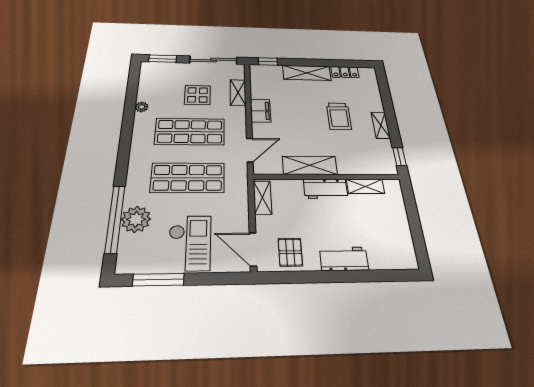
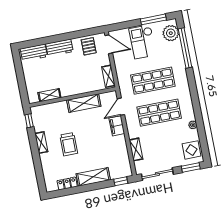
display table: (198, 95) -> (192, 150), moved
filing cabinet: (261, 111) -> (117, 126), moved
trolley: (339, 116) -> (69, 144), turned 180
workbench: (326, 189) -> (34, 53), moved, turned 180
plant: (136, 219) -> (171, 33), moved

